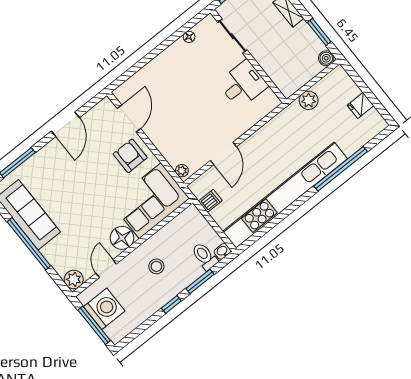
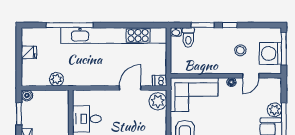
plant: (182, 171) -> (158, 101), width x1.88, depth x1.88
dishwasher: (210, 201) -> (160, 81), moved
floor lamp: (122, 238) -> (231, 82), width x0.53, depth x0.53
stool: (156, 266) -> (240, 50), moved
plant: (74, 279) -> (274, 110), moved

